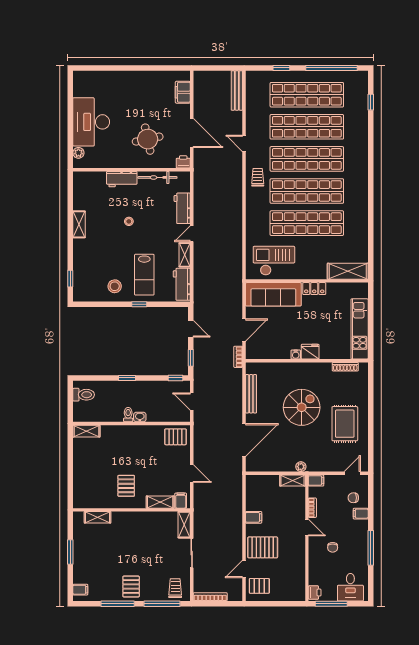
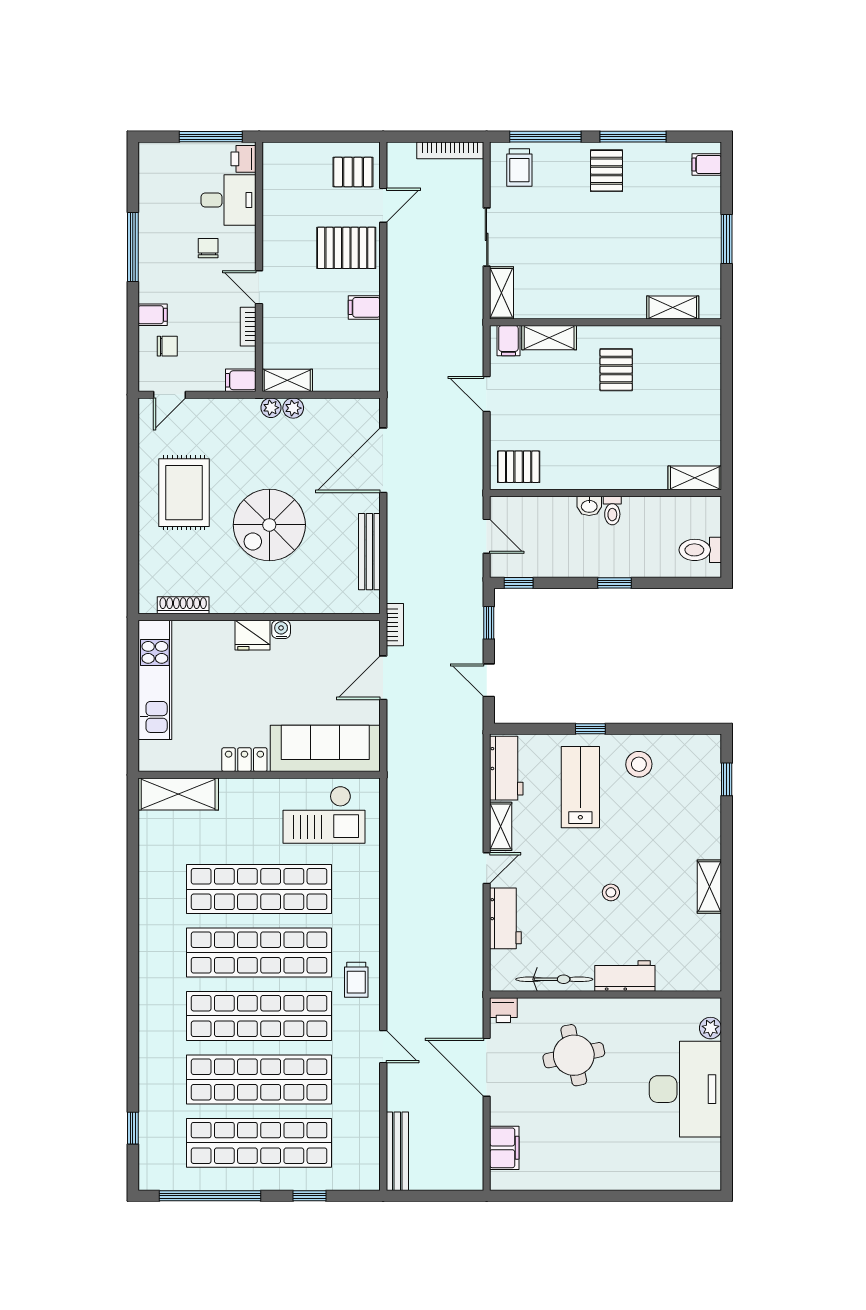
plant: (290, 466) -> (293, 408), added
desk: (350, 587) -> (229, 200), moved, turned 90

